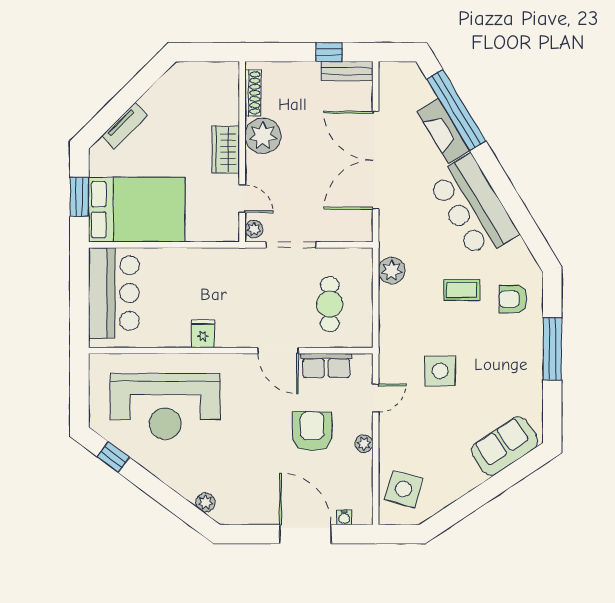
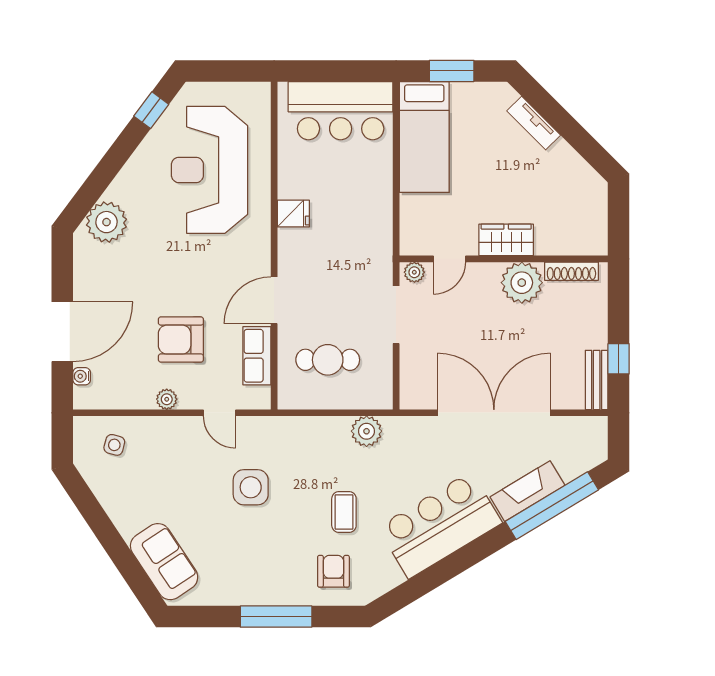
bed: (137, 210) -> (424, 137), width x0.67
armchair: (312, 431) -> (181, 340), turned 180
side table: (404, 489) -> (114, 445), width x0.54, depth x0.54
plant: (205, 502) -> (106, 222), width x1.87, depth x1.87

